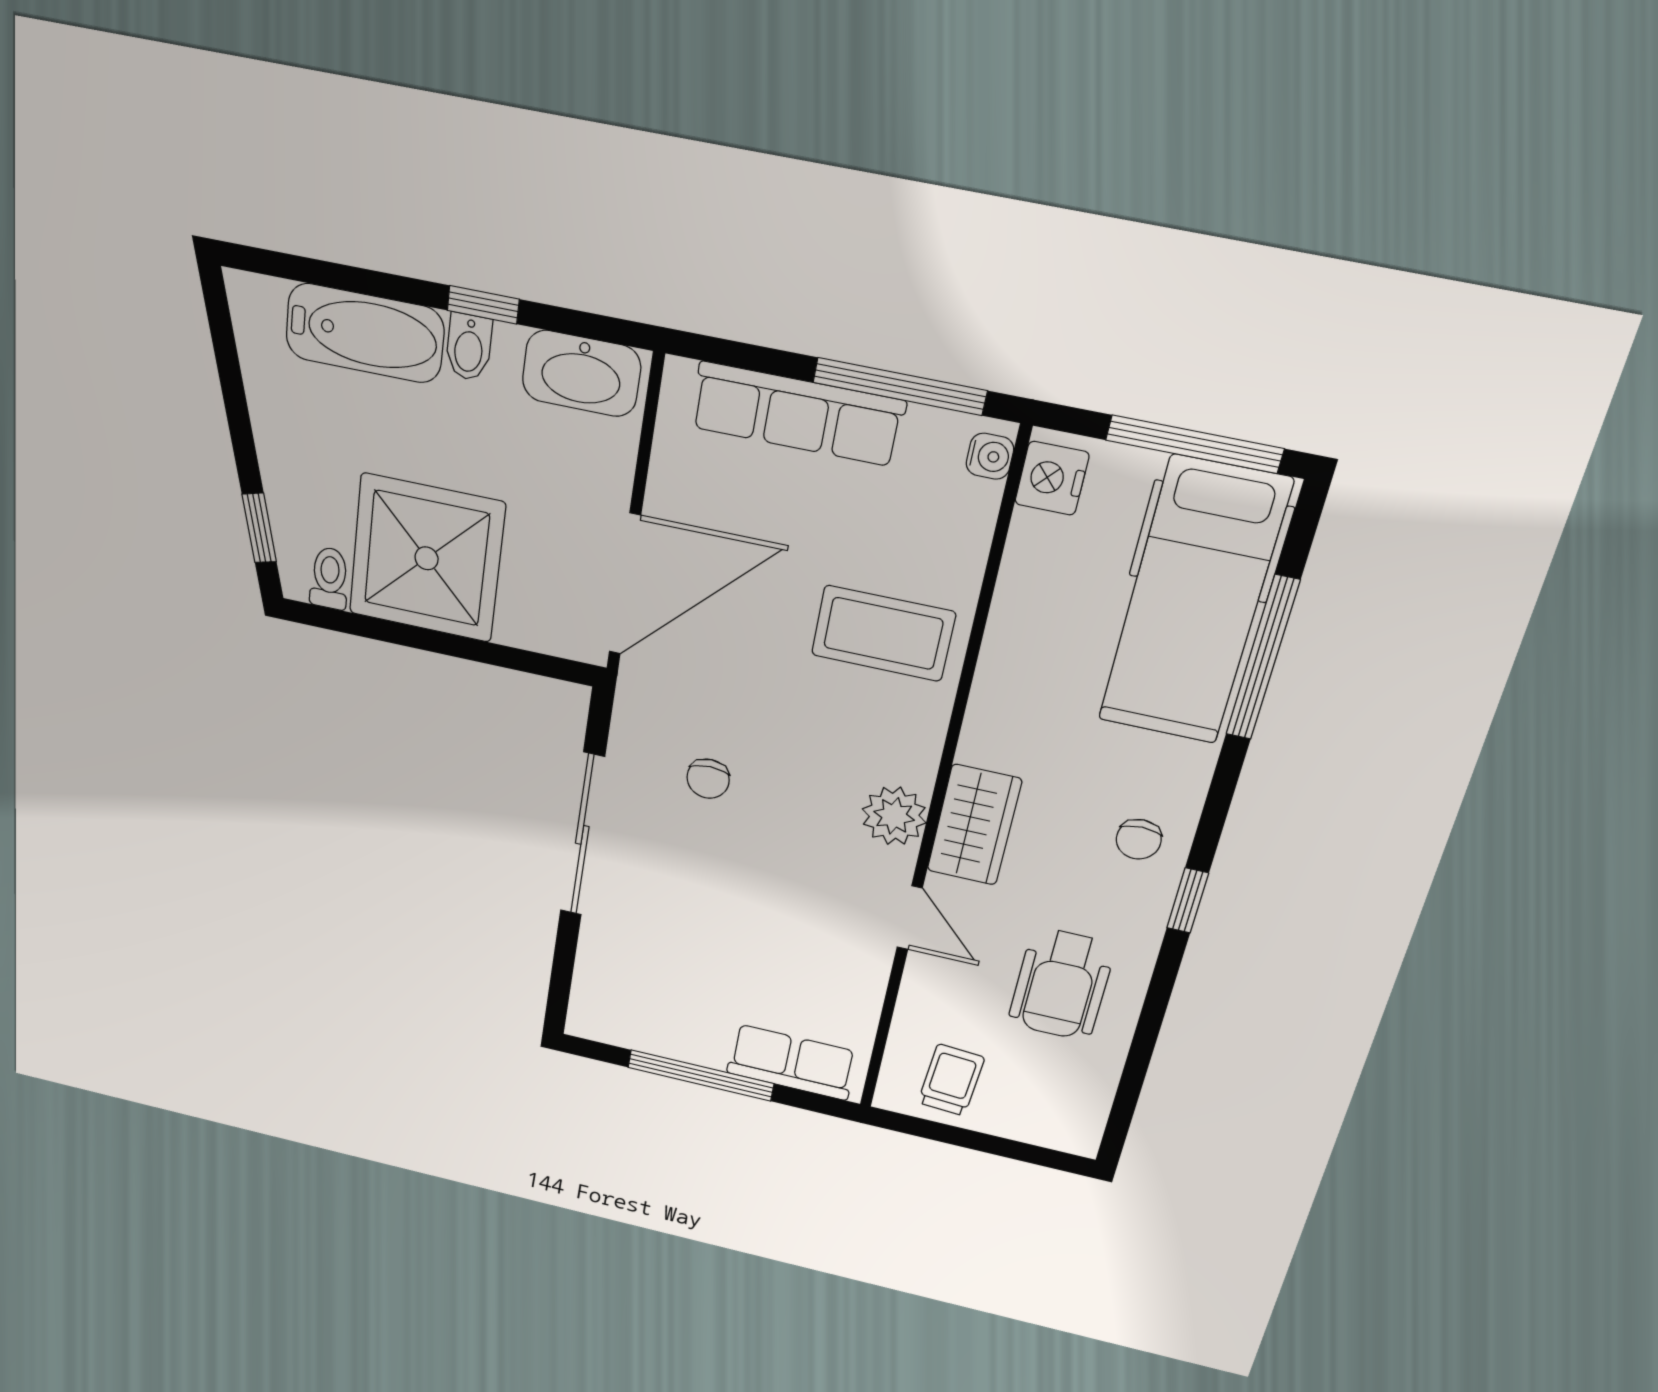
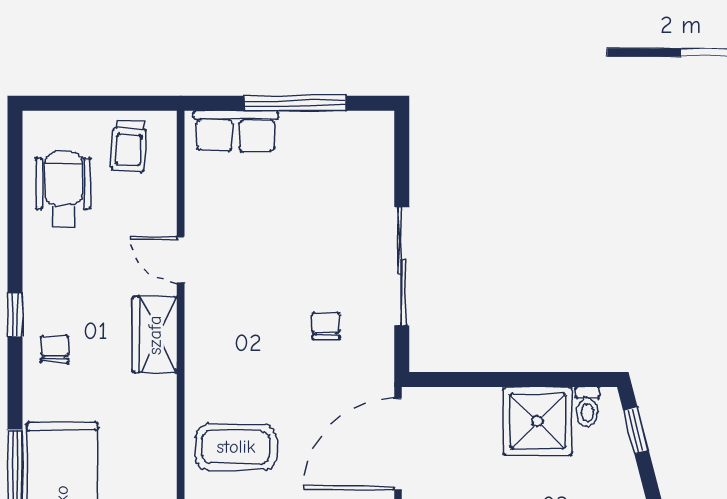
shower: (427, 558) -> (538, 421), width x0.73, depth x0.73
plant: (894, 816) -> (205, 329), removed
wheelchair: (1061, 984) -> (63, 190), moved

